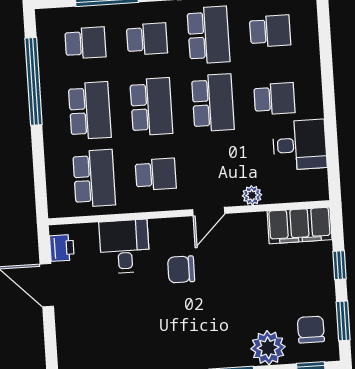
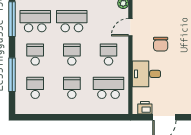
window: (34, 81) -> (54, 117), removed
school desk: (151, 107) -> (72, 55), width x0.54
school desk: (90, 111) -> (72, 88), width x0.54
door: (209, 211) -> (130, 27), swing flipped

